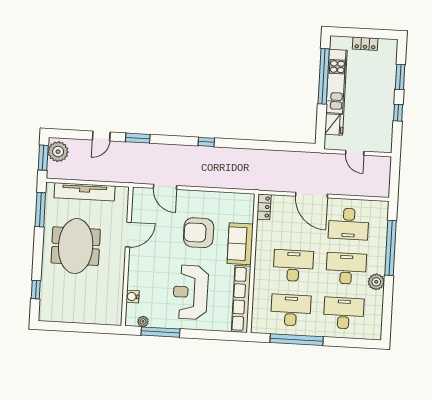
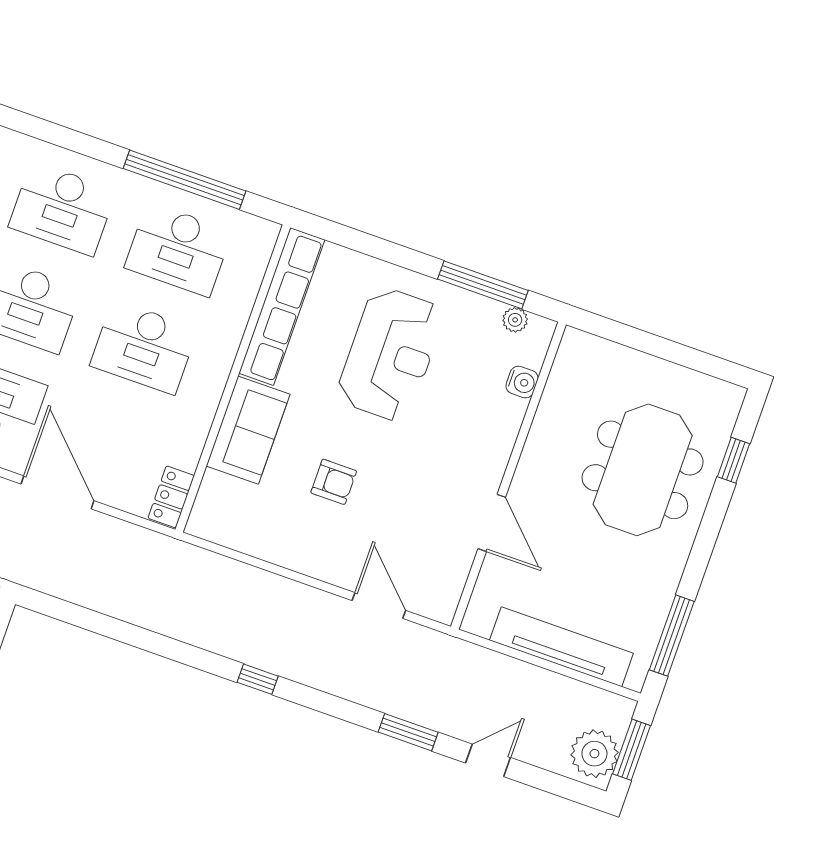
armchair: (199, 233) -> (334, 482), width x0.53, depth x0.53
door: (128, 235) -> (492, 523), swing flipped
meeting table: (76, 246) -> (643, 470), moved

